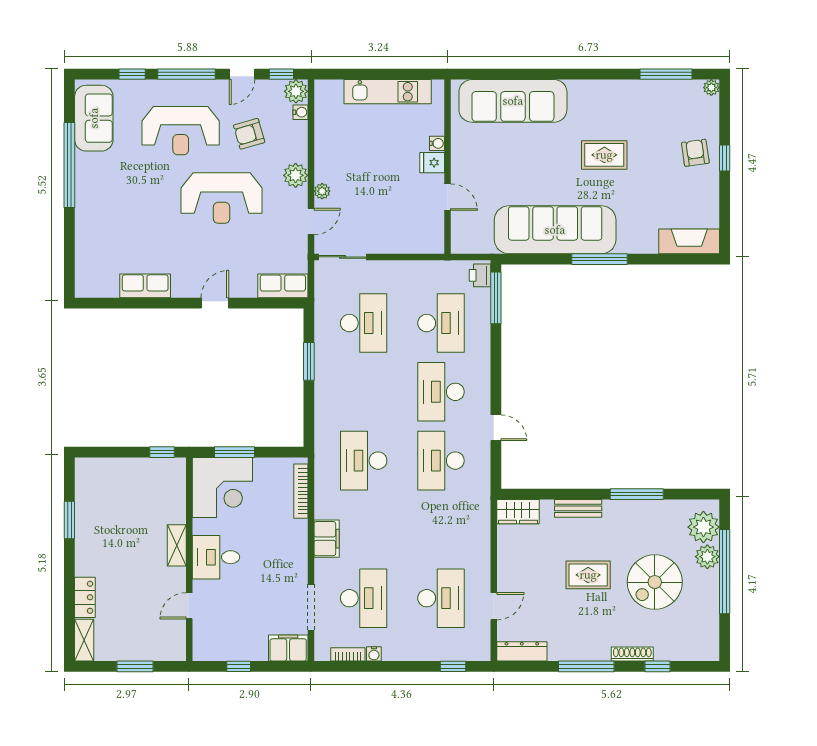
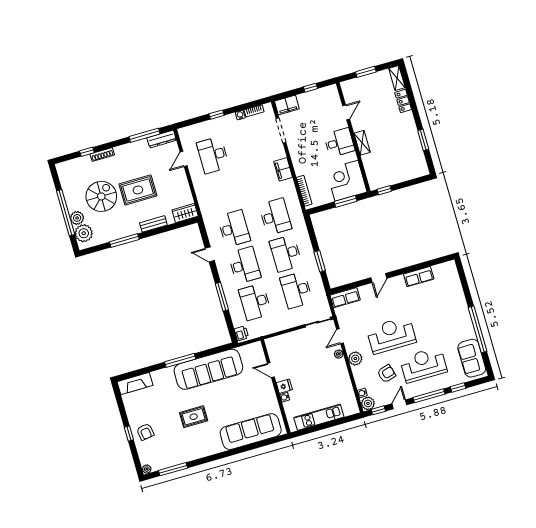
window: (496, 298) -> (222, 297), moved
rug: (588, 575) -> (138, 190), width x1.36, depth x1.43
desk: (364, 598) -> (286, 253), moved
window: (453, 666) -> (217, 115), moved
window: (586, 666) -> (145, 135), moved

